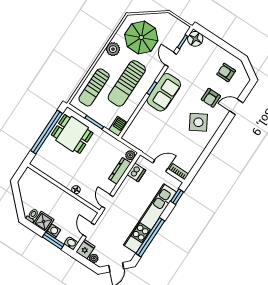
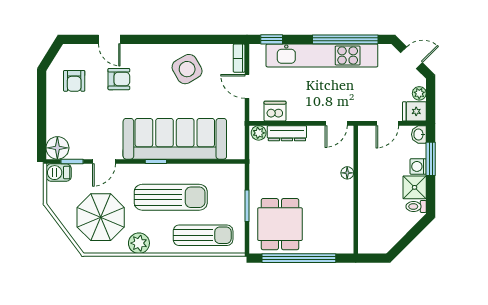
sofa: (164, 92) -> (175, 139), width x1.85, depth x1.27
side table: (198, 122) -> (187, 69), moved
barbecue: (118, 126) -> (59, 173), moved

